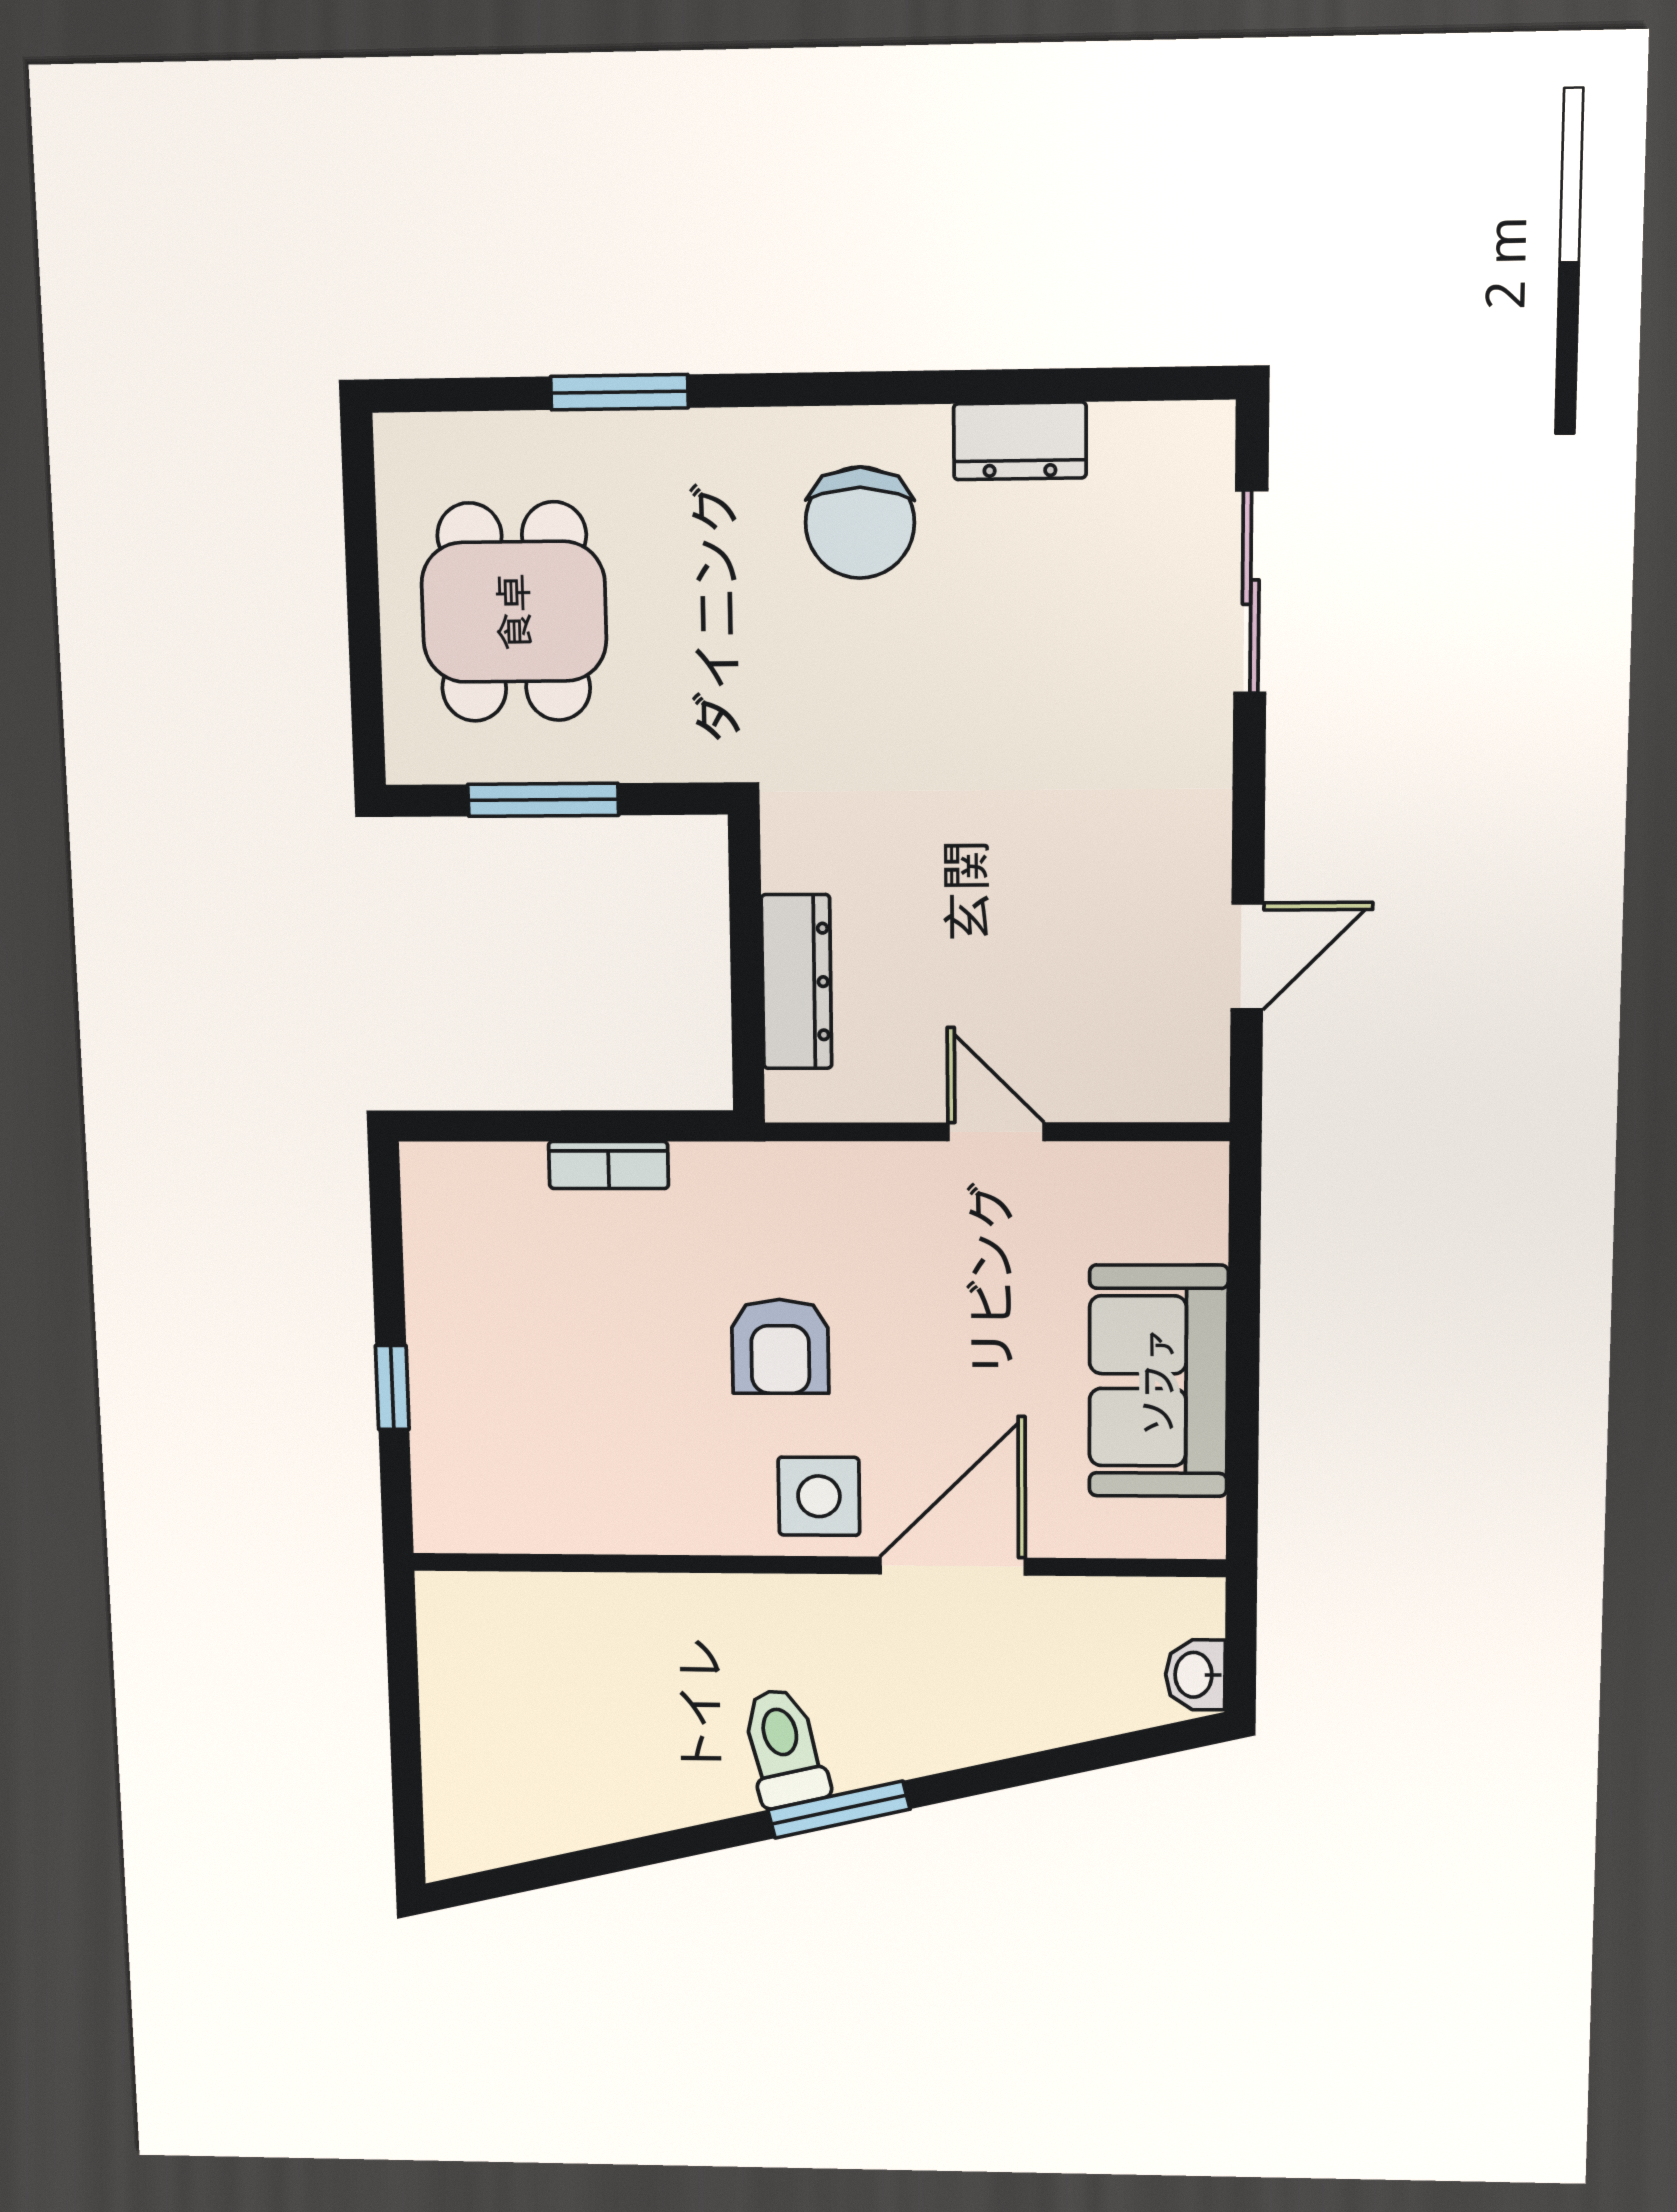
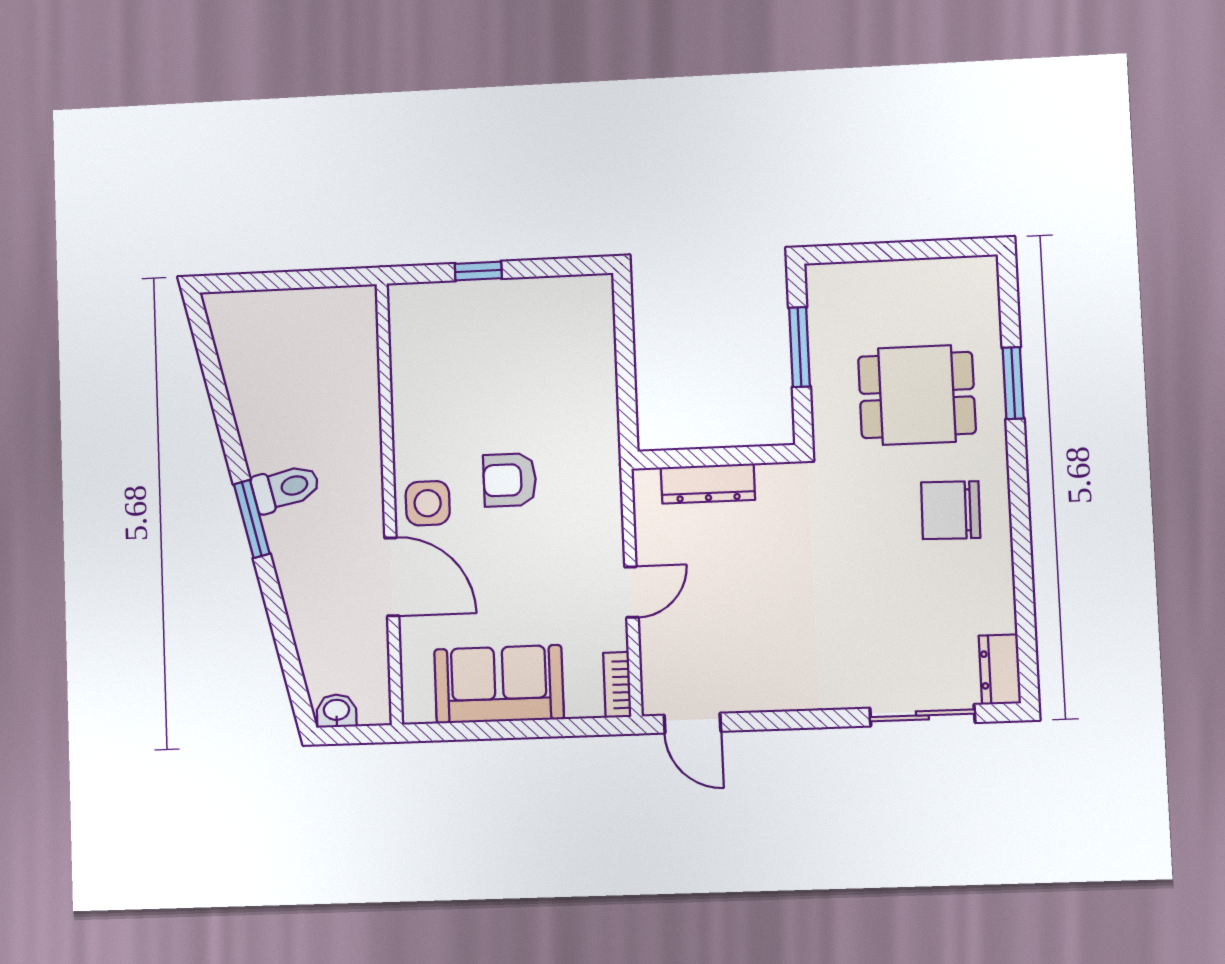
dresser: (1020, 441) -> (1000, 669), moved
dining table: (514, 612) -> (917, 395), moved
door: (1247, 957) -> (692, 723), moved
bookcase: (608, 1165) -> (617, 685), moved

